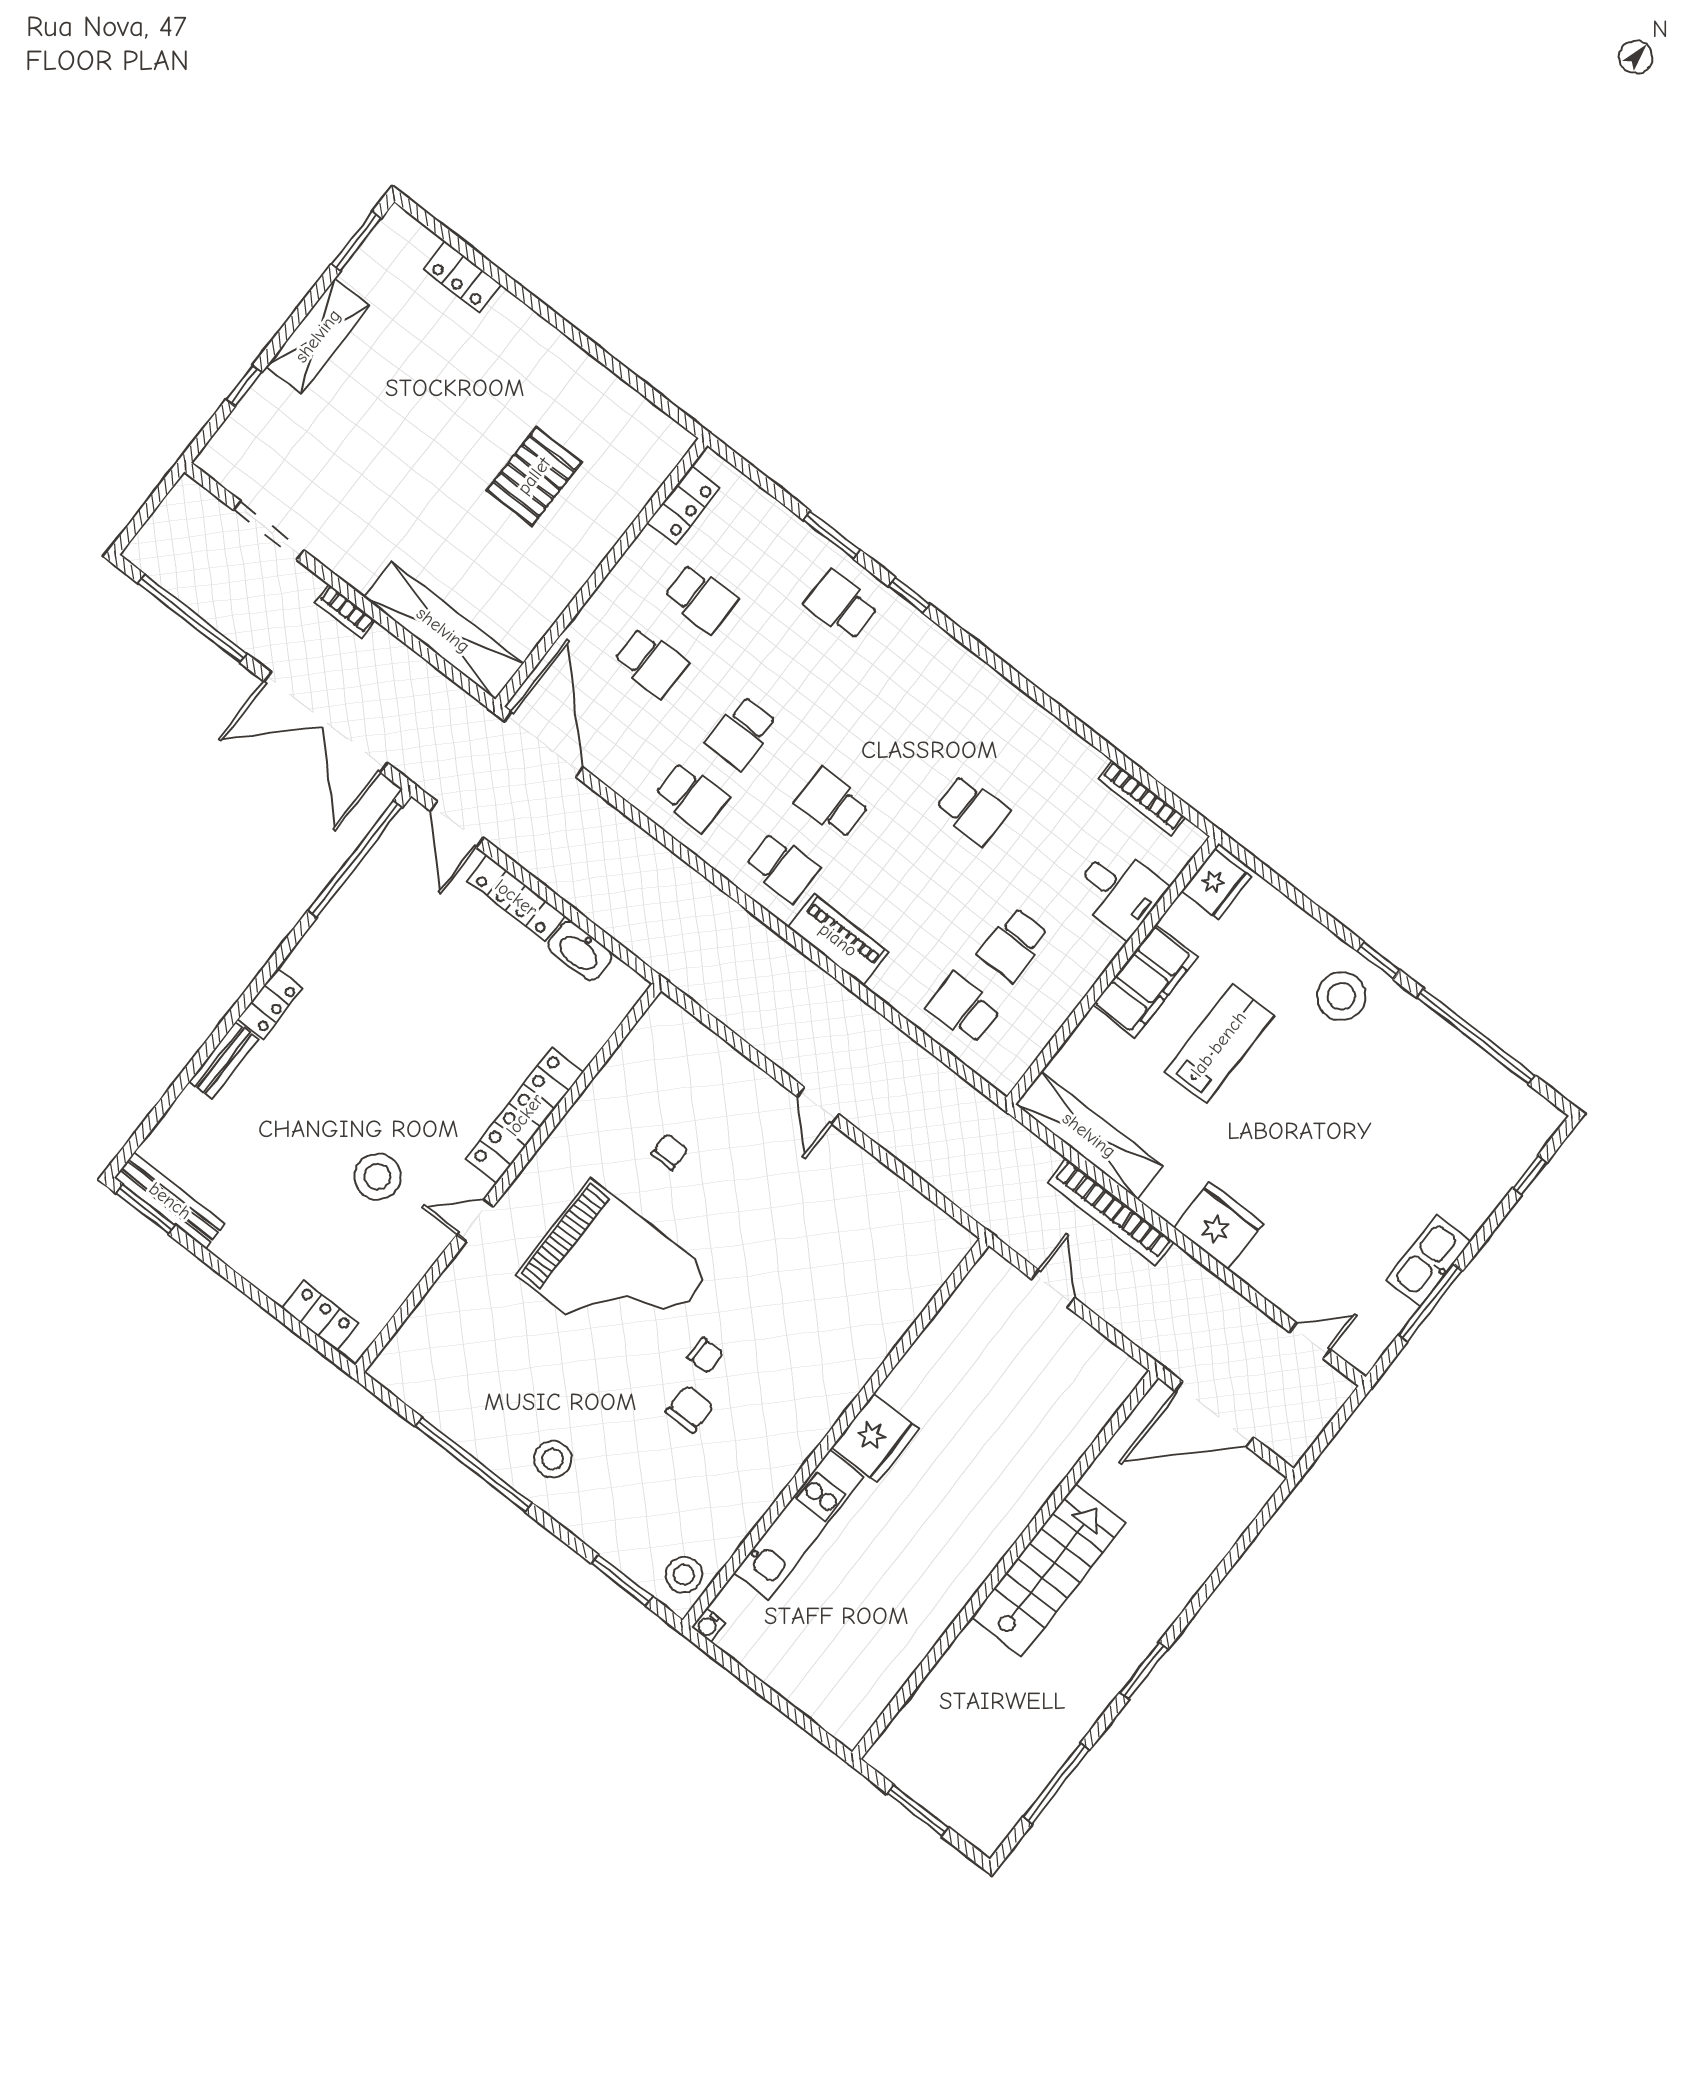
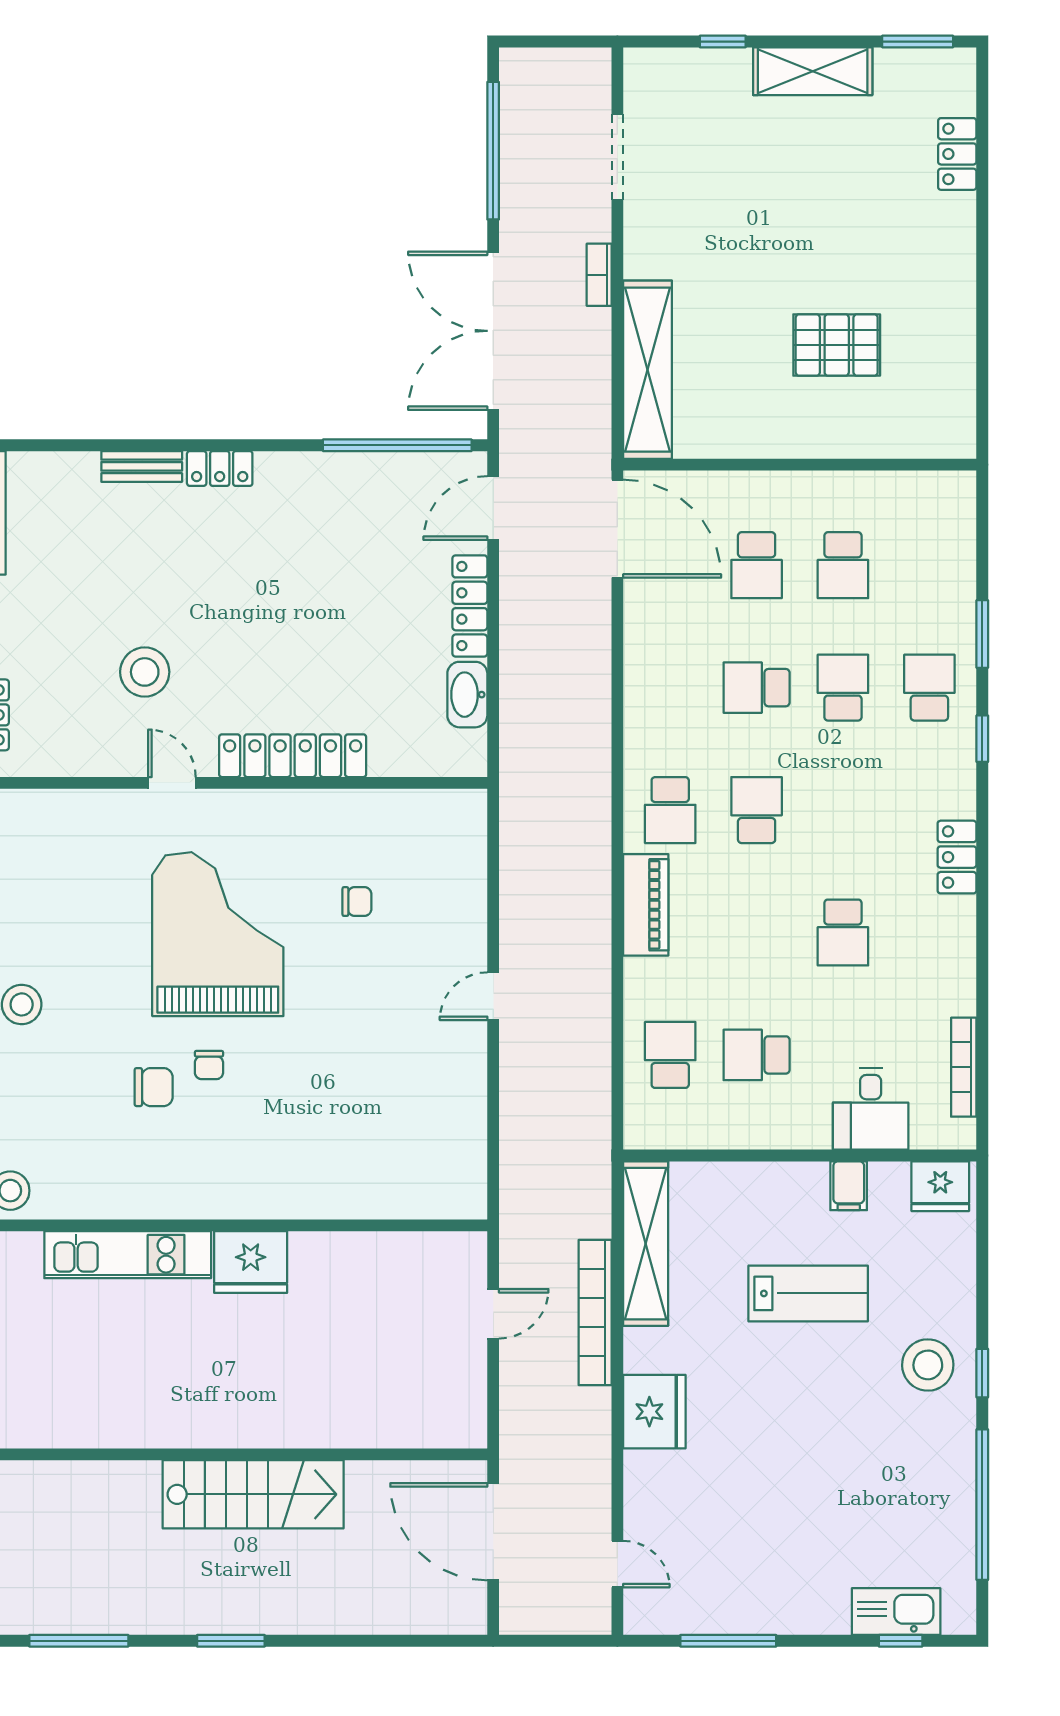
locker: (684, 505) -> (957, 857), moved, turned 90
door: (544, 744) -> (617, 529), hinge flipped
school desk: (692, 797) -> (843, 688), moved, turned 180
filing cabinet: (1145, 981) -> (849, 1186), width x0.33, depth x0.86
kitchen sink: (1429, 1261) -> (896, 1612), moved
grand piano: (614, 1273) -> (218, 934), turned 180

